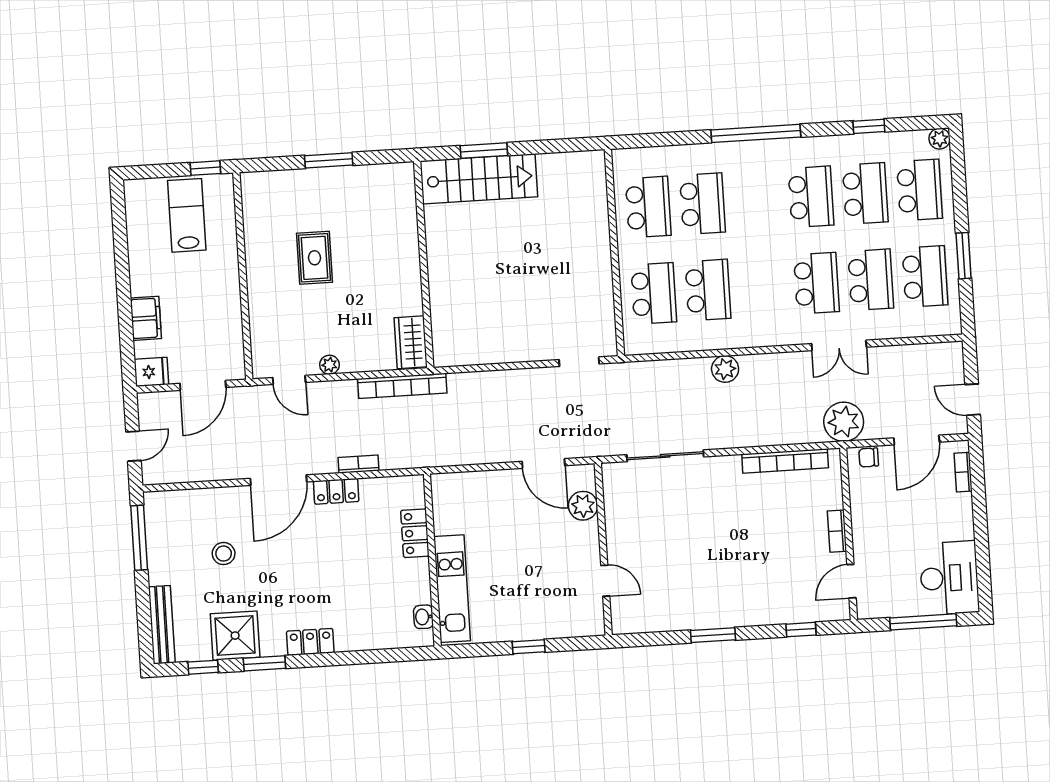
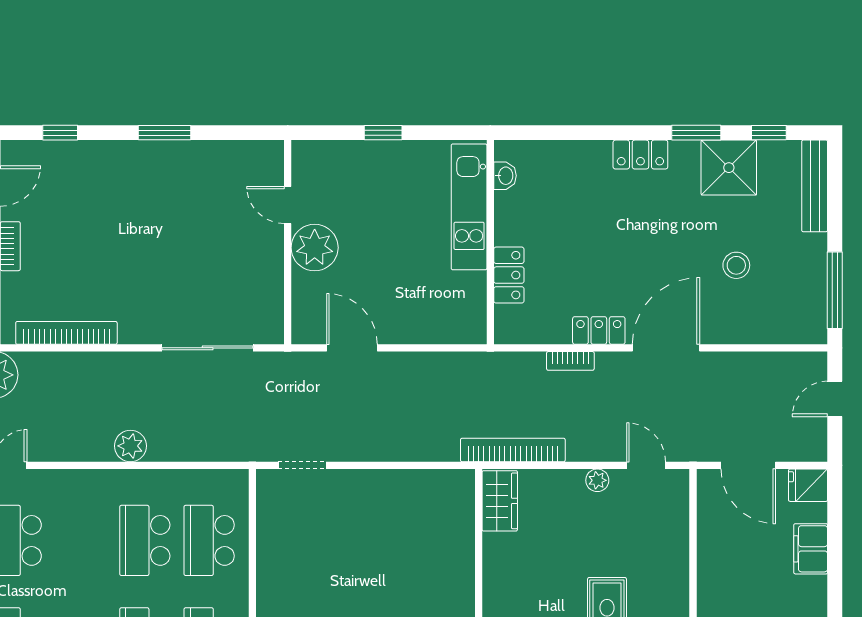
door: (203, 385) -> (748, 465), swing flipped
plant: (583, 506) -> (315, 248), moved, width x1.36, depth x1.36

